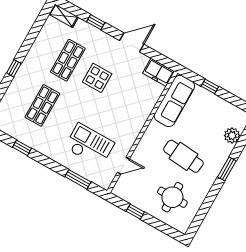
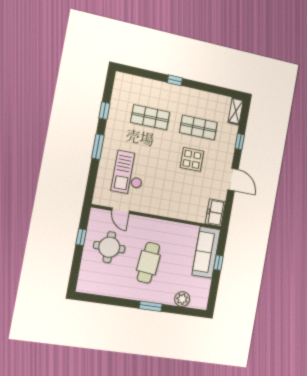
sofa: (174, 101) -> (206, 252), moved, turned 90
checkout: (89, 145) -> (129, 173), turned 180
window: (78, 179) -> (98, 147), moved
round table: (172, 197) -> (109, 247), moved

